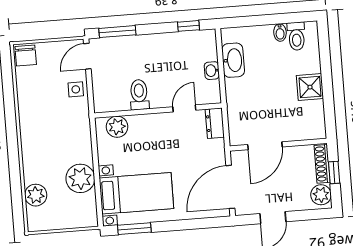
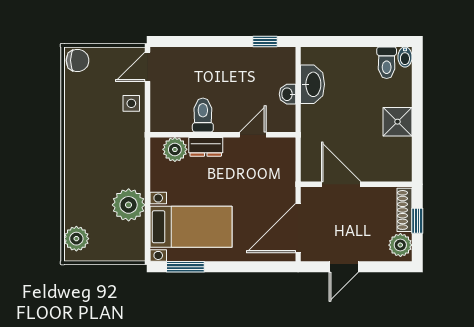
window: (117, 32) -> (184, 41), removed
bidet: (280, 32) -> (405, 57), moved
chair: (26, 56) -> (77, 60), turned -90
dresser: (215, 123) -> (206, 147), moved, turned -90
door: (265, 146) -> (341, 184), swing flipped
plant: (36, 195) -> (76, 239), moved

